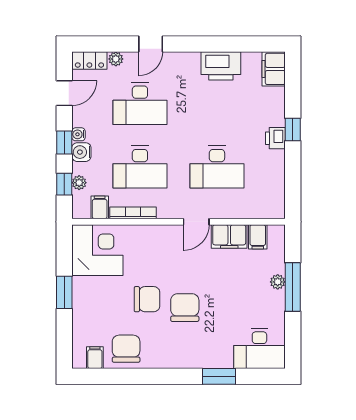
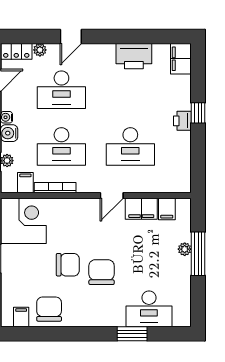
desk: (259, 349) -> (149, 309), moved

